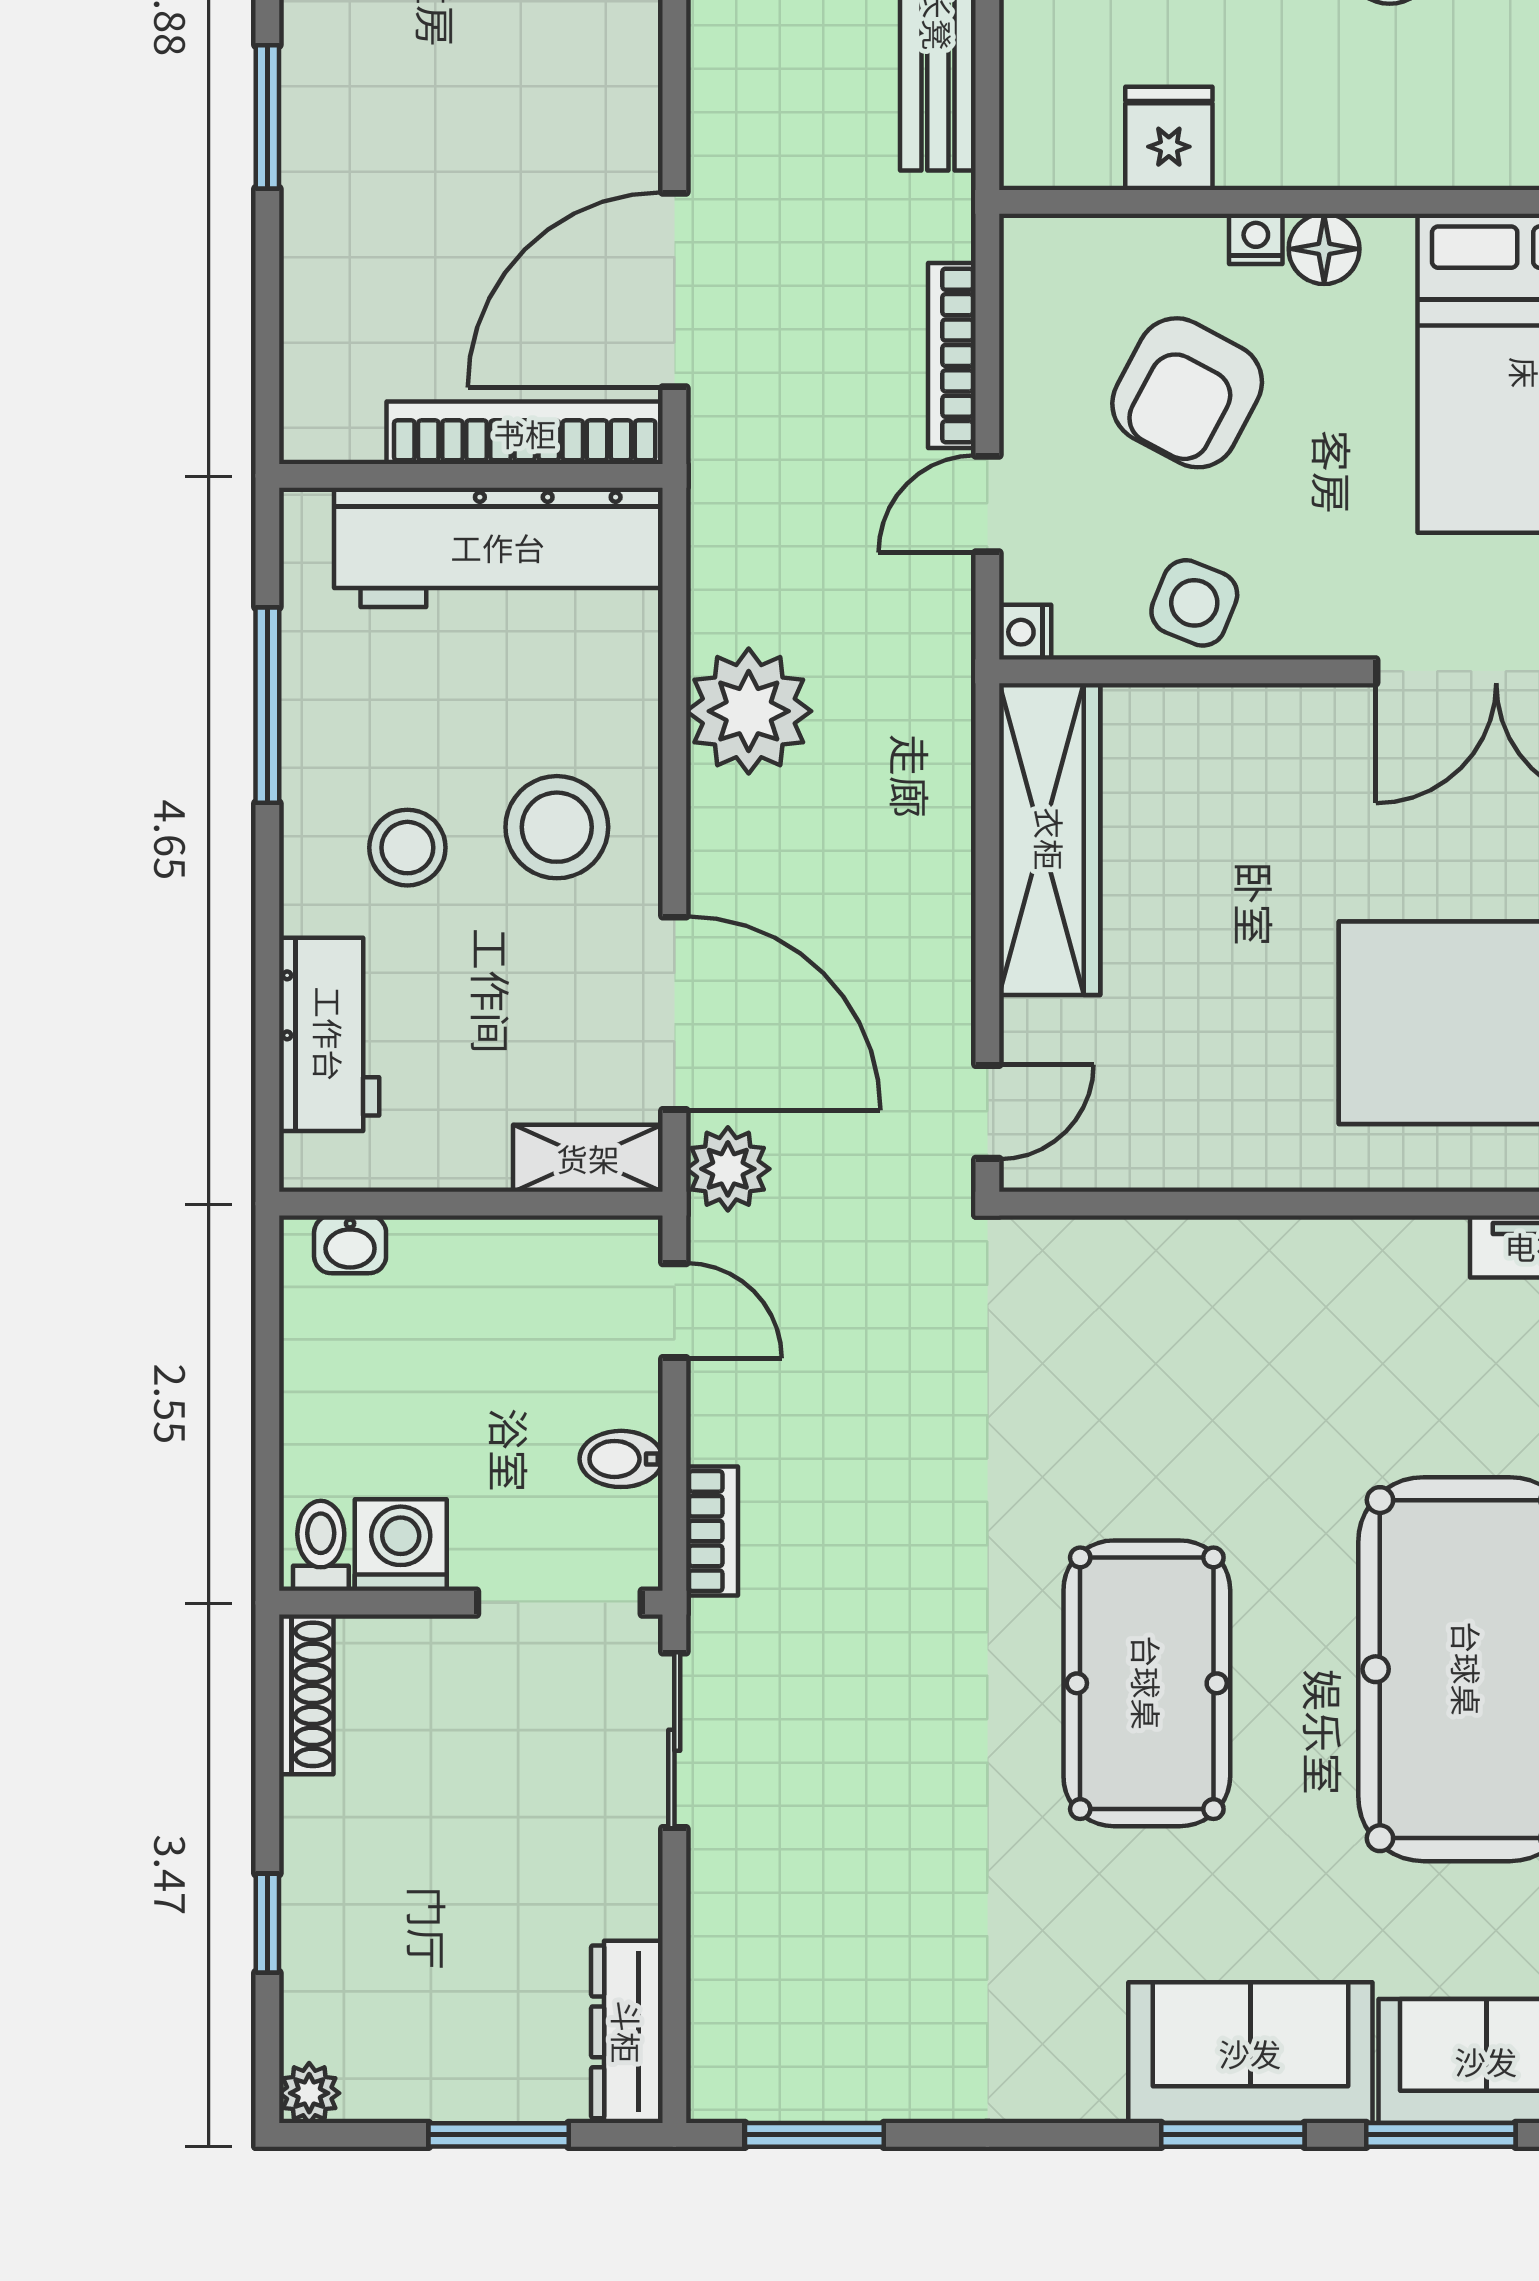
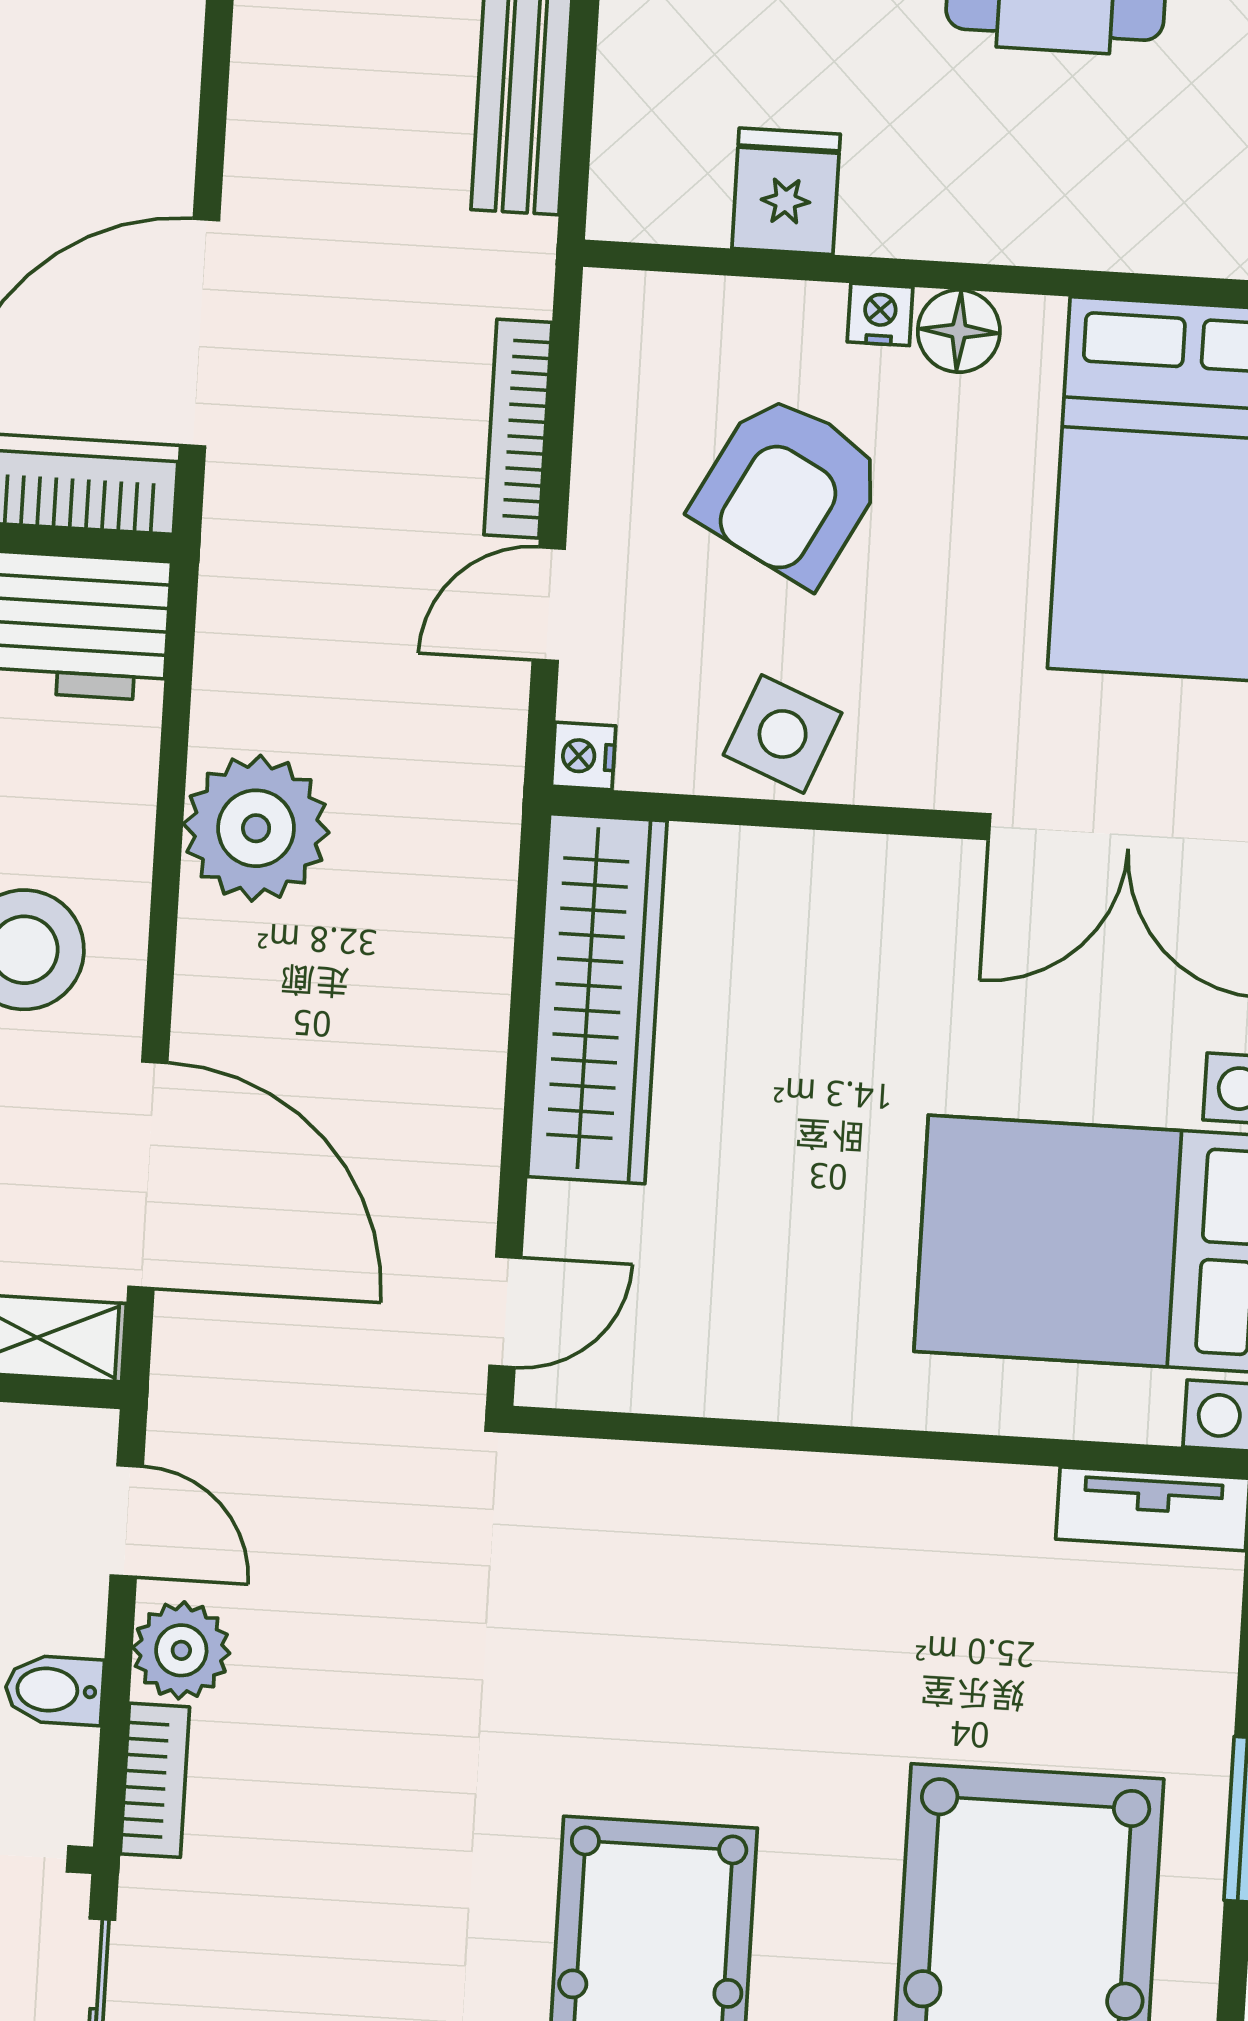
plant: (728, 1169) -> (181, 1650), moved

